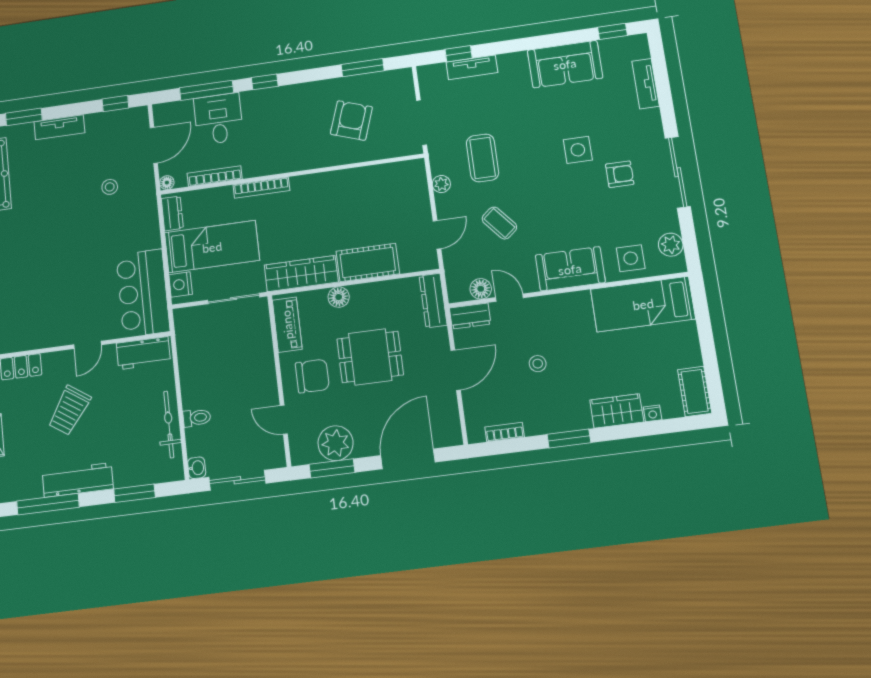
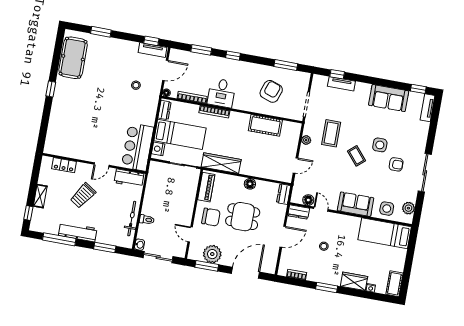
tv unit: (646, 84) -> (428, 108), moved
window: (207, 90) -> (201, 50), width x0.69
desk: (218, 119) -> (222, 93), moved, turned 180
tv unit: (59, 127) -> (153, 50), moved
coffee table: (499, 223) -> (356, 156), moved
cot: (368, 262) -> (265, 125), moved
floor lamp: (339, 297) -> (250, 184), moved
dresser: (433, 300) -> (284, 194), width x0.70

